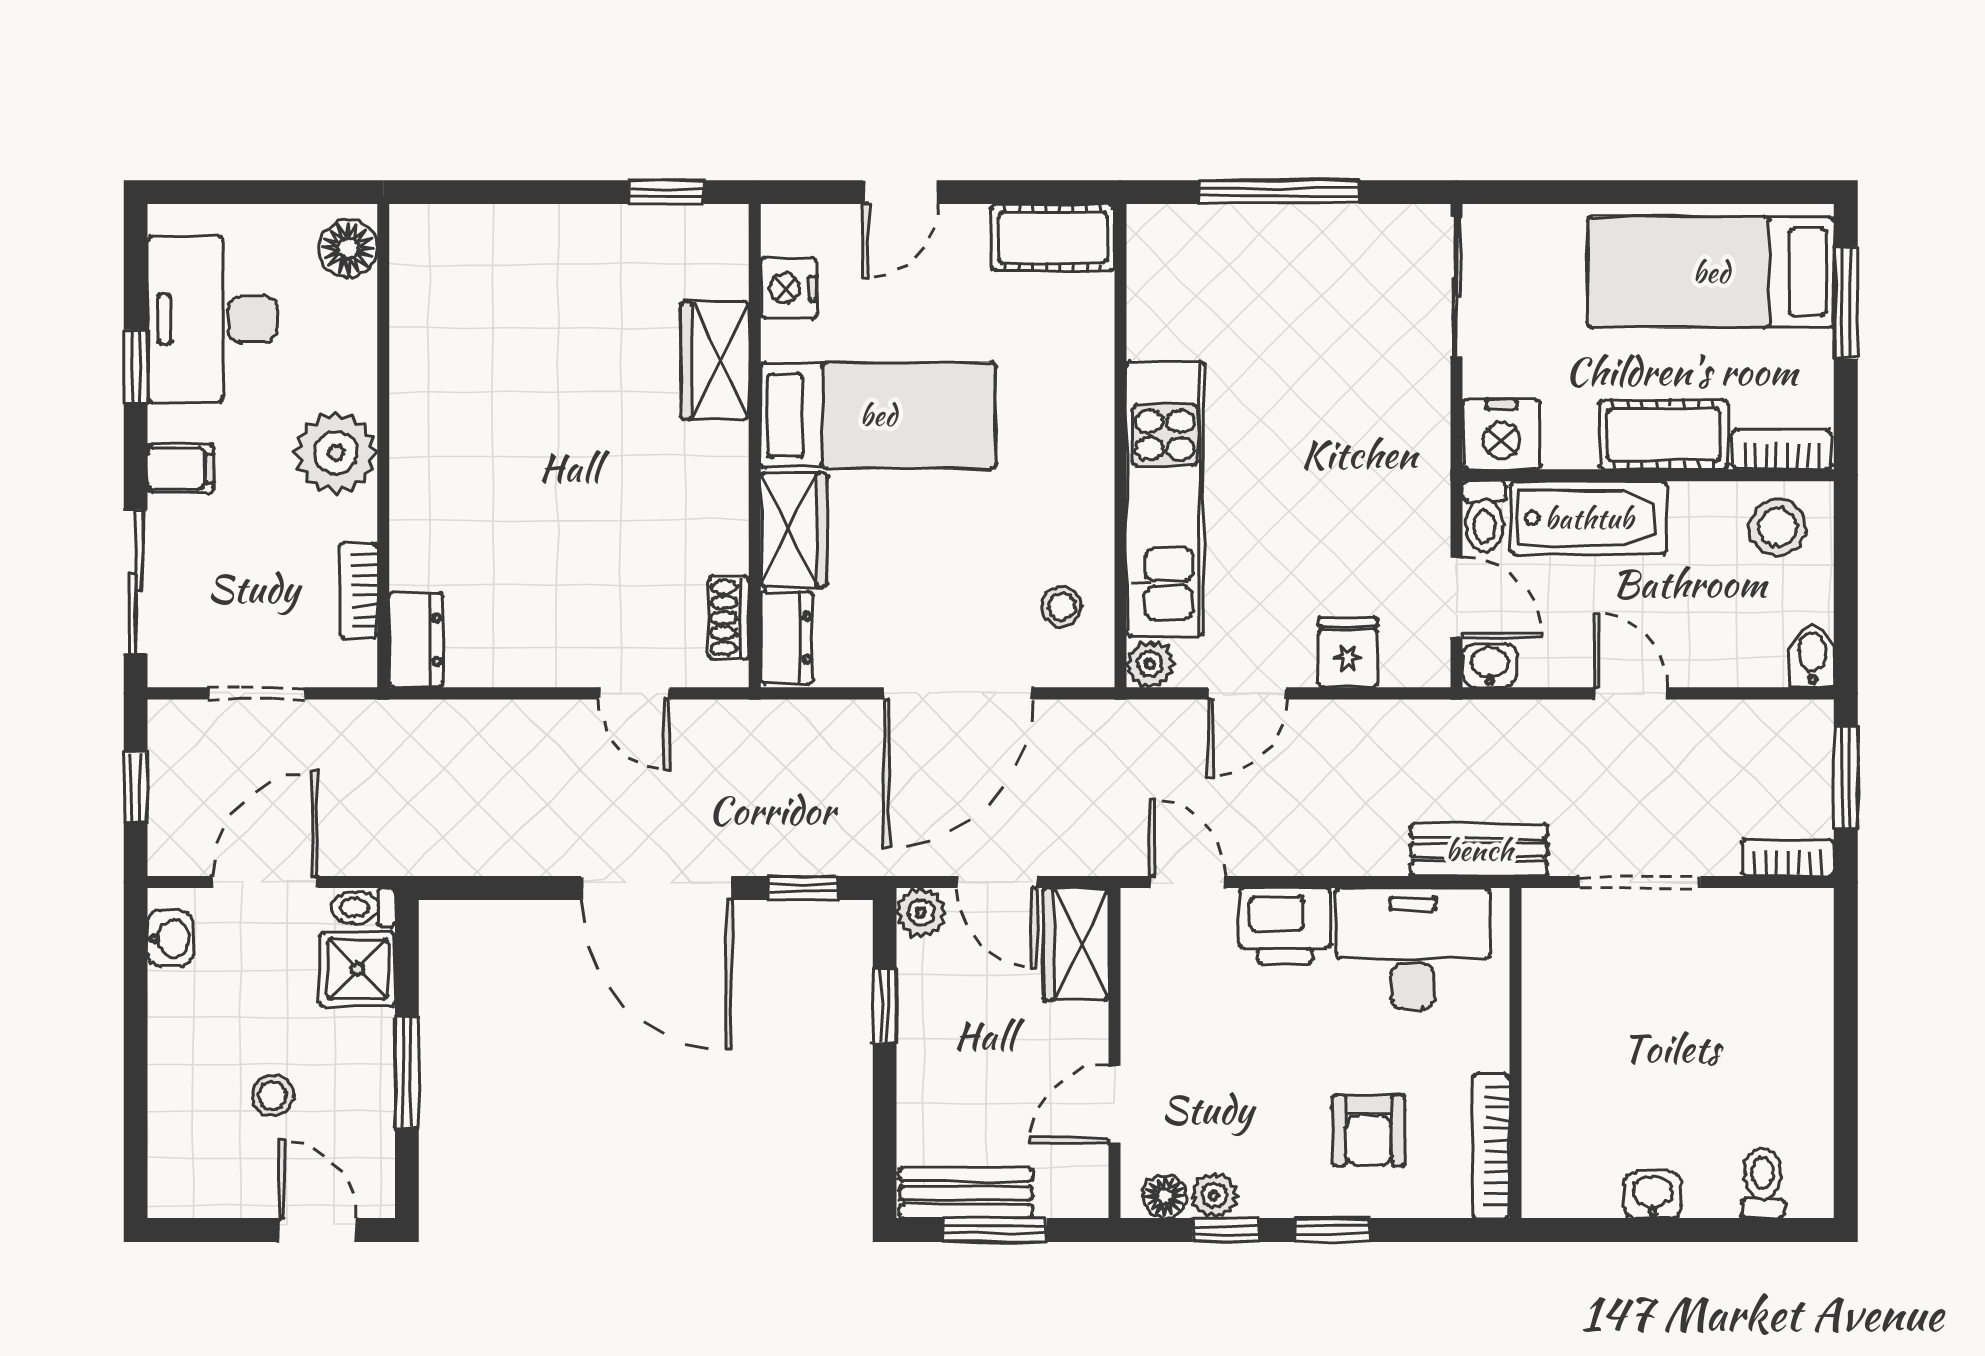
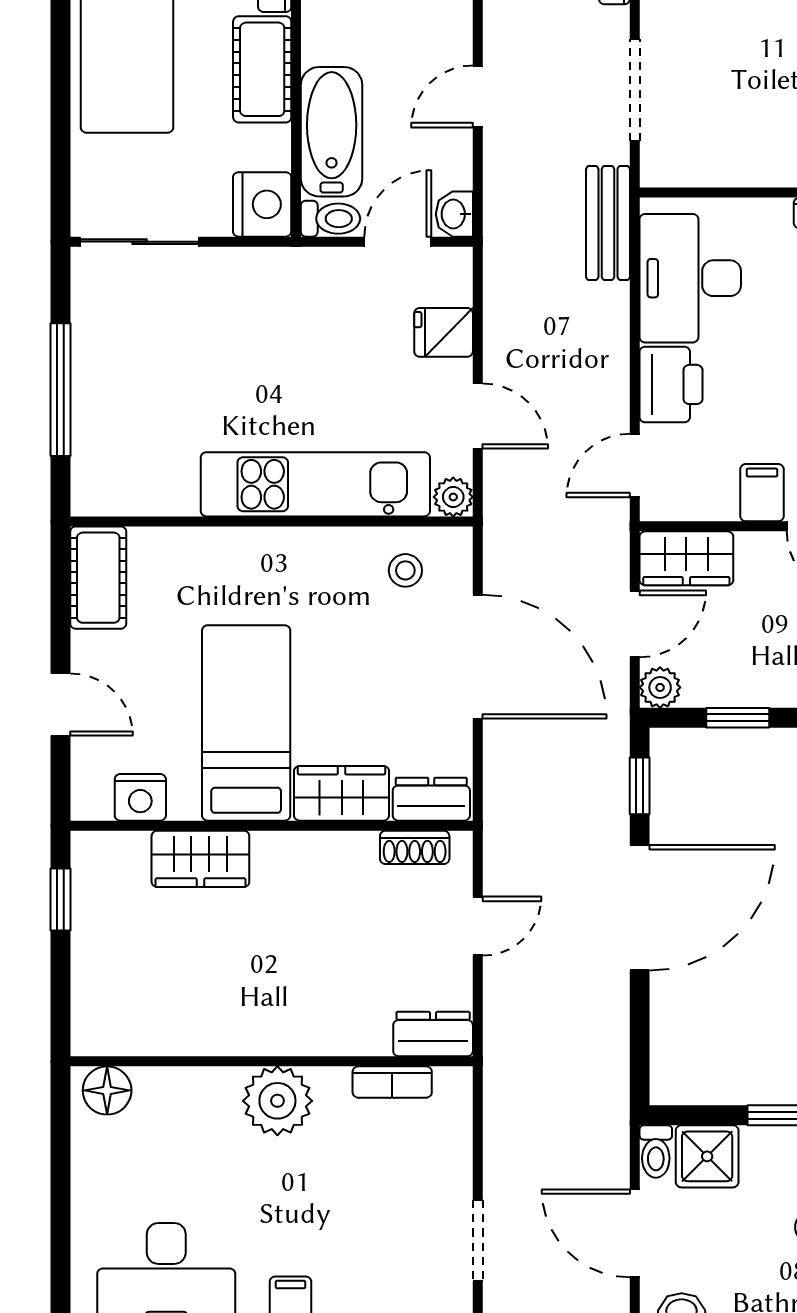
floor lamp: (348, 248) -> (107, 1090), moved
wall: (383, 446) -> (272, 1061), moved
plant: (336, 453) -> (277, 1101), moved
bookcase: (358, 591) -> (392, 1082), moved
dresser: (416, 640) -> (433, 1034), moved
filing cabinet: (1155, 1035) -> (762, 493), added

